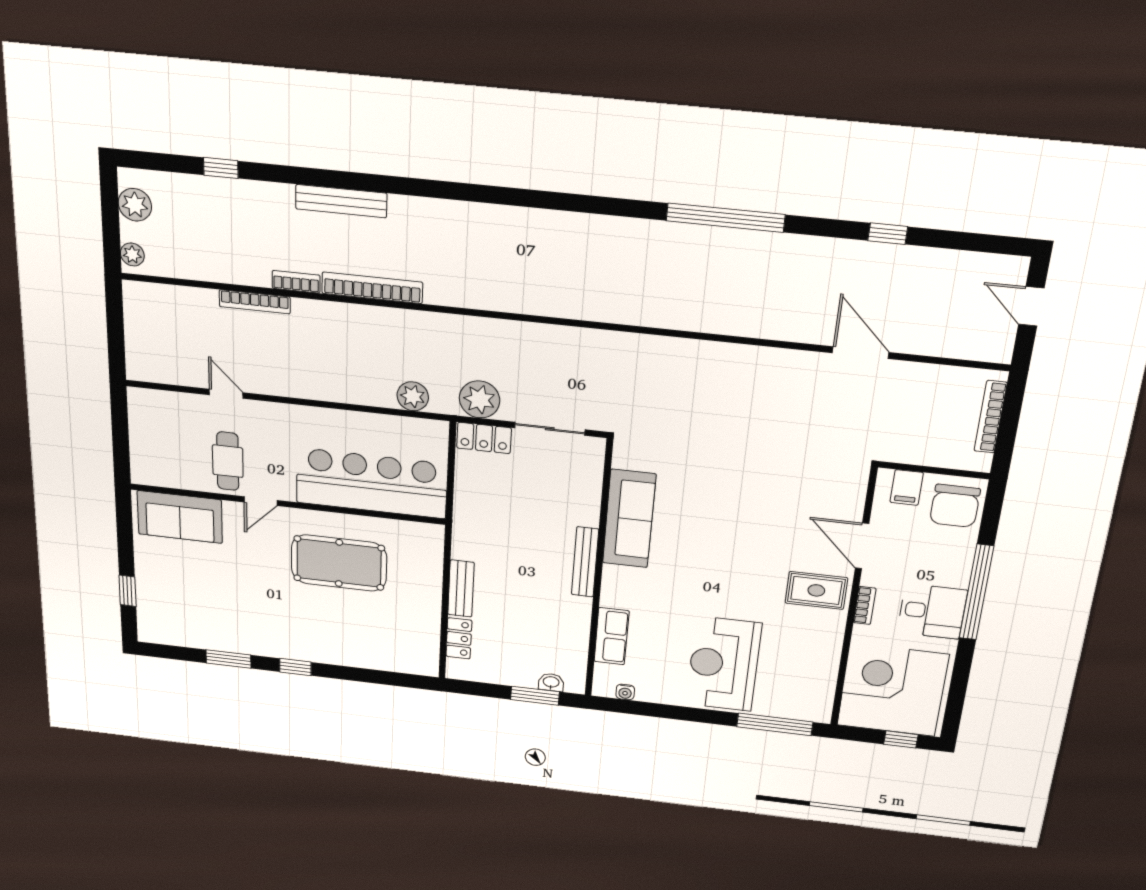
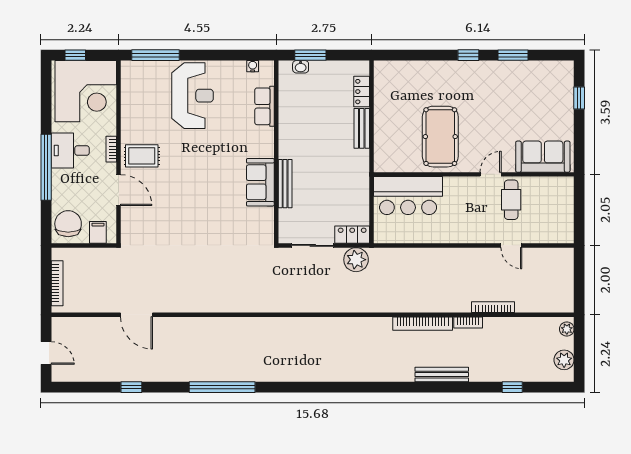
plant: (413, 396) -> (397, 257), removed
bar counter: (372, 483) -> (408, 196), width x0.73
sofa: (629, 519) -> (260, 182), width x0.73
bench: (585, 562) -> (285, 184), moved
pool table: (339, 563) -> (440, 137), turned 90

